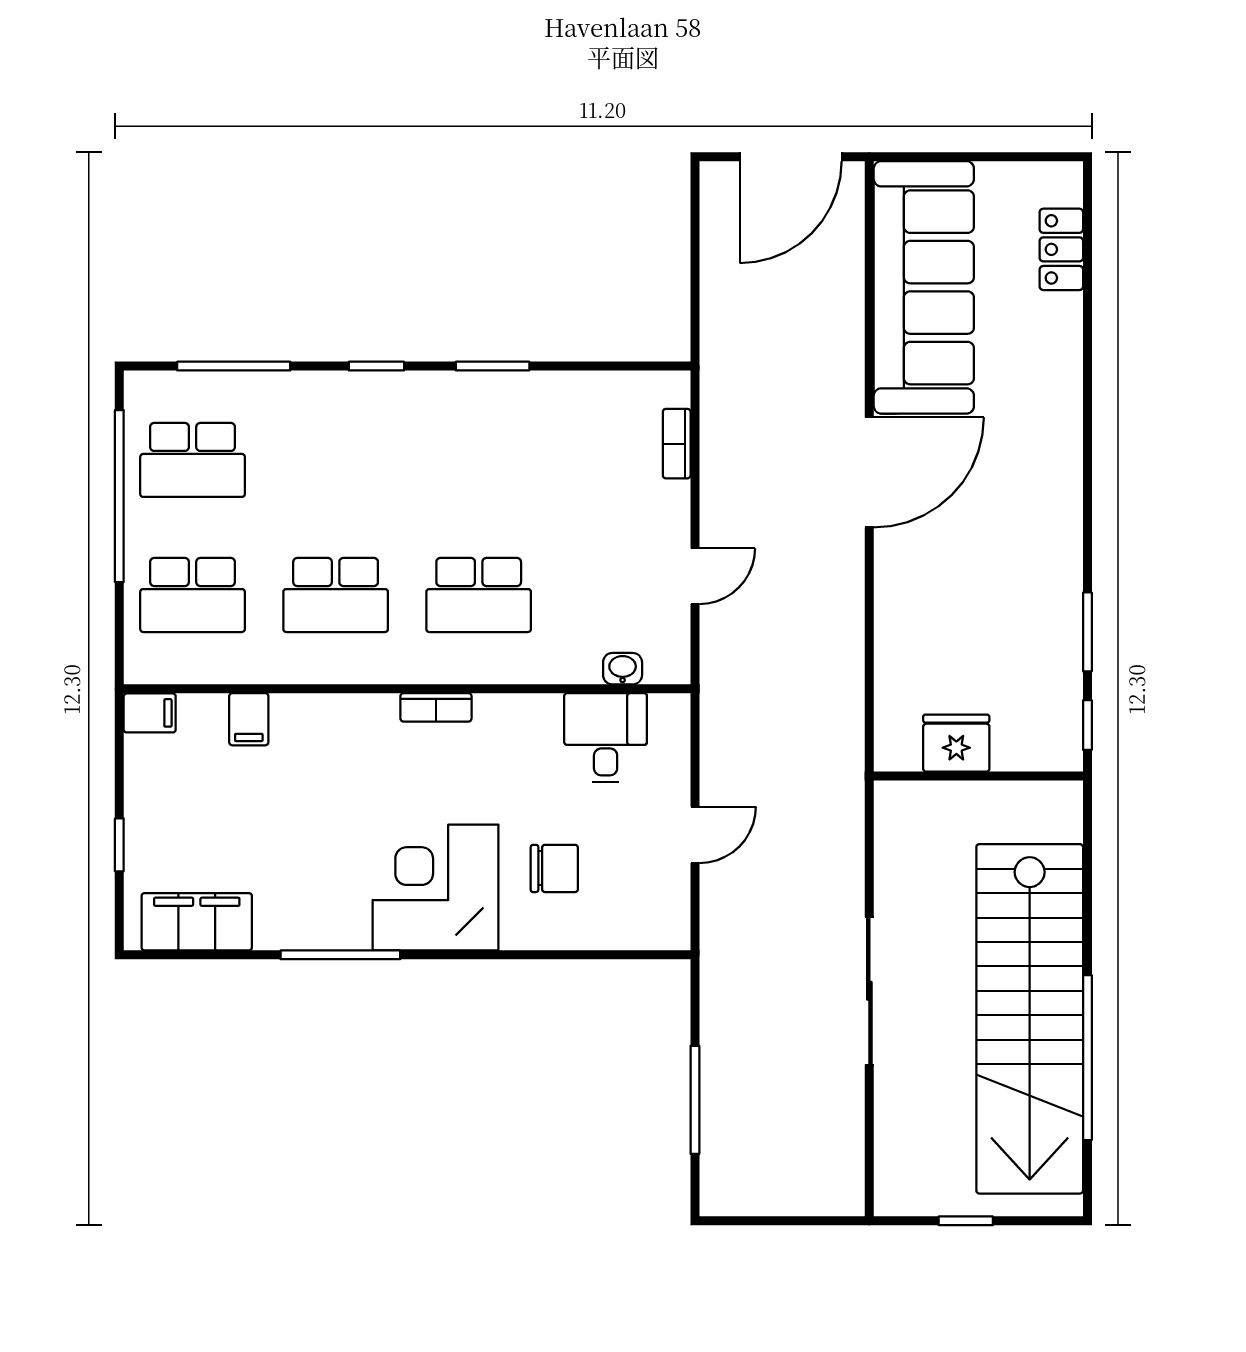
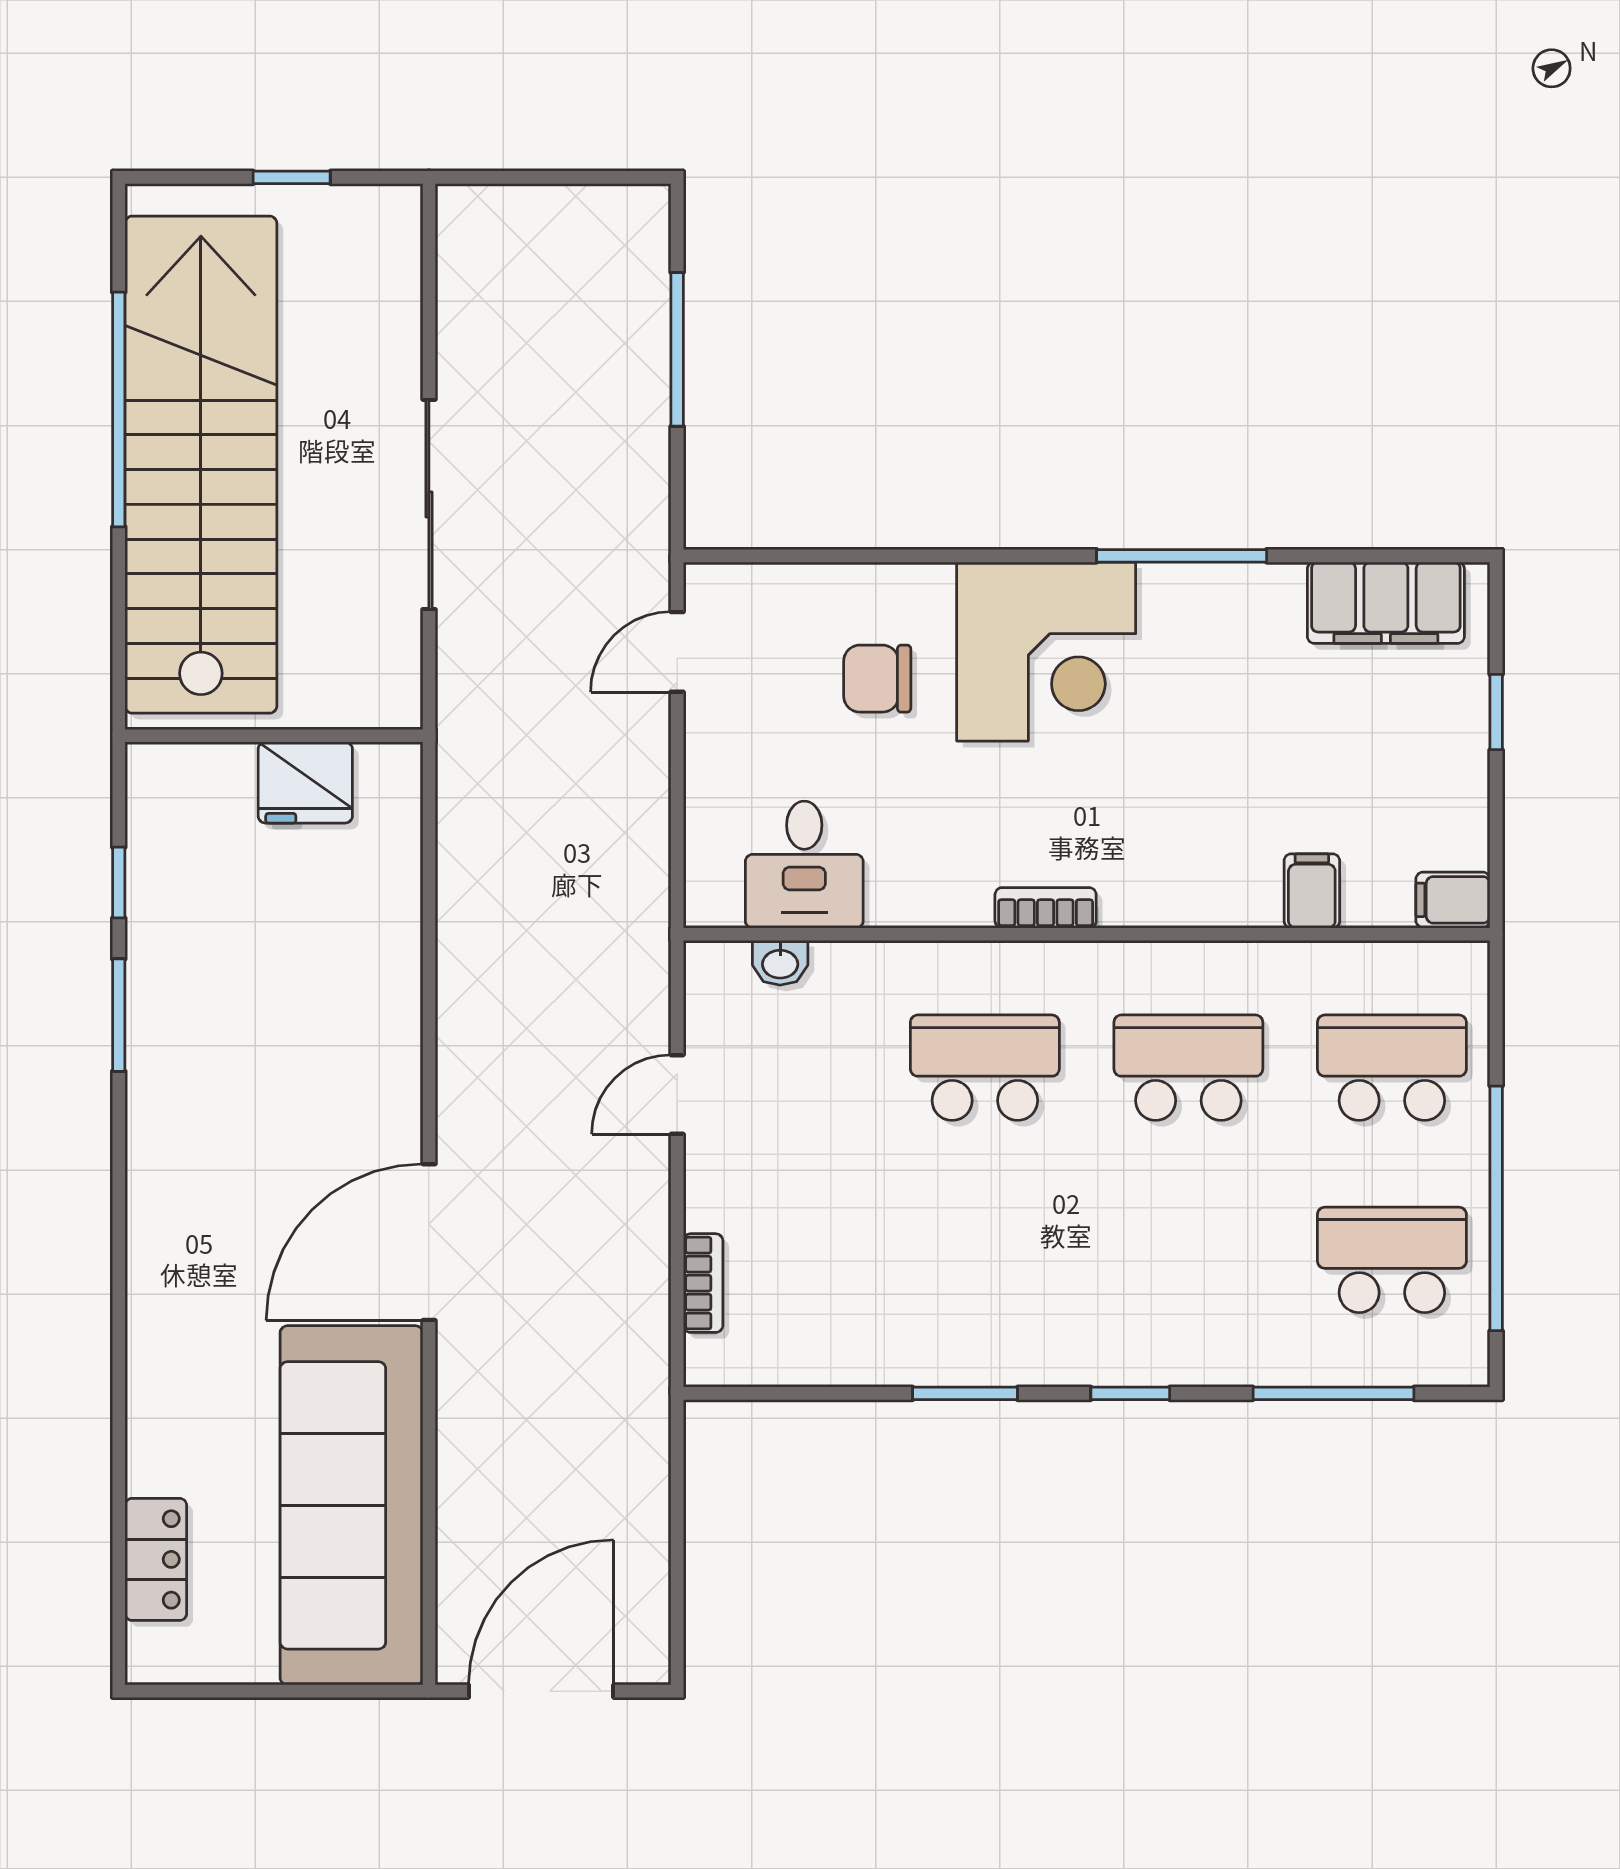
fridge: (956, 743) -> (305, 782), moved
wall: (978, 776) -> (274, 736), moved
door: (695, 835) -> (677, 652), moved

